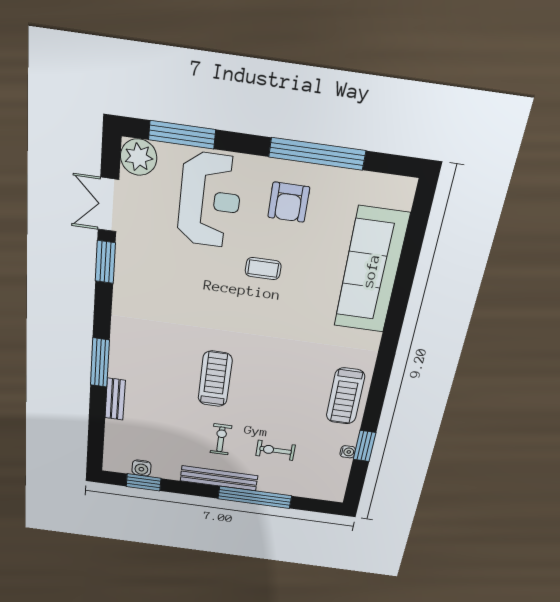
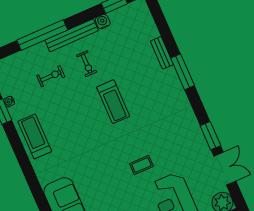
coffee table: (263, 269) -> (141, 165), moved
water cooler: (141, 468) -> (103, 22), moved

